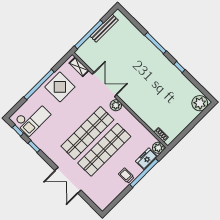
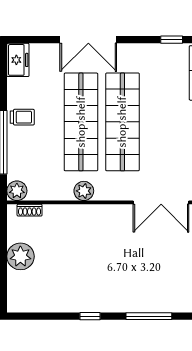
plant: (200, 103) -> (20, 256), moved
plant: (116, 105) -> (84, 191), moved
freezer: (146, 159) -> (18, 60), moved
double door: (68, 180) -> (88, 40), swing flipped

